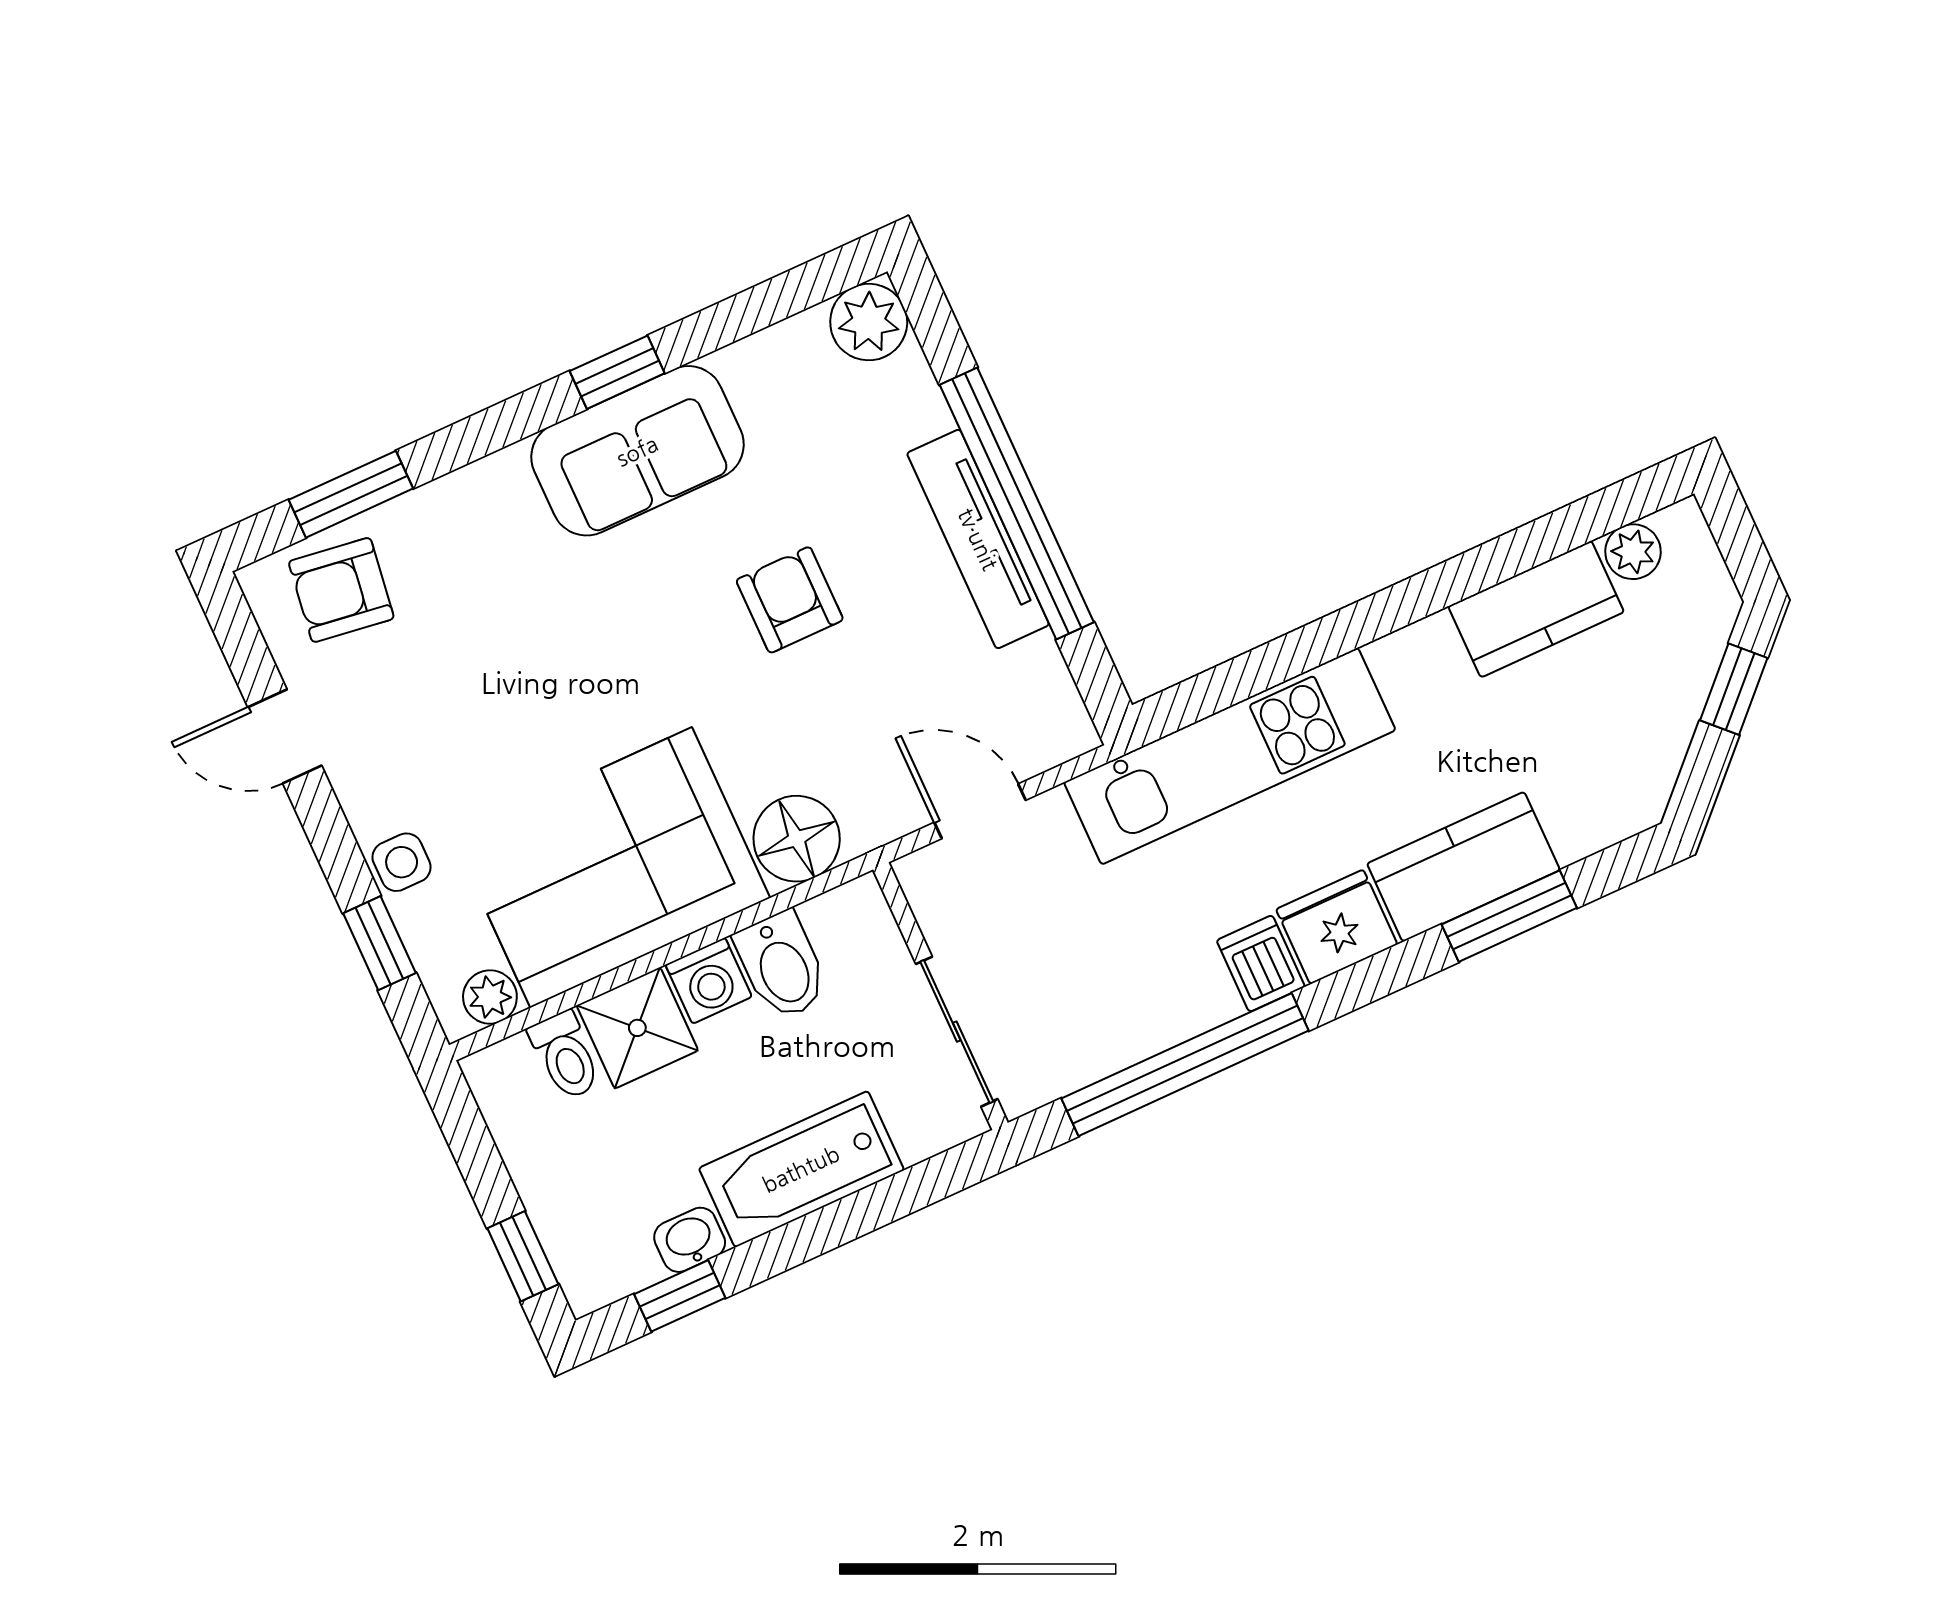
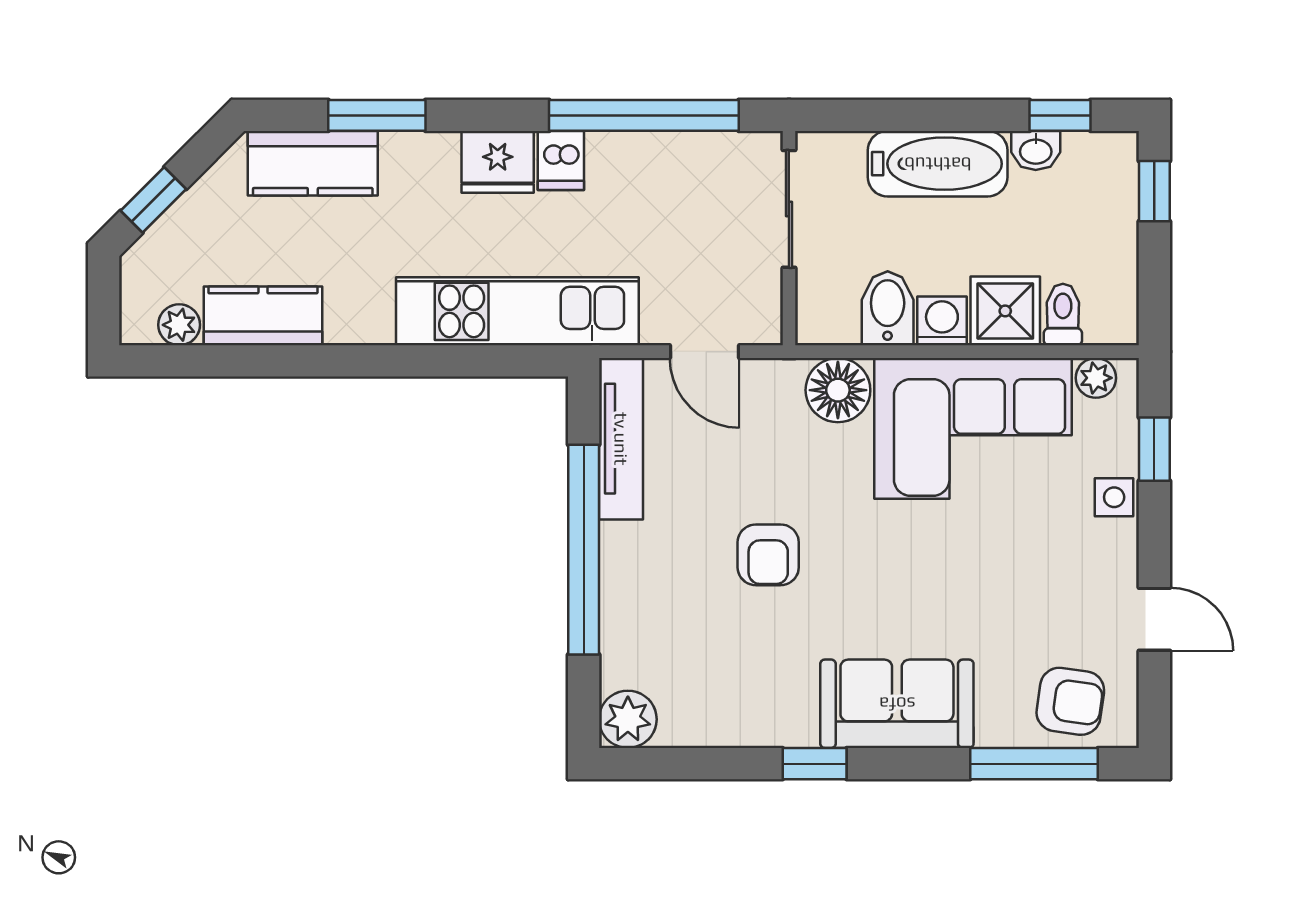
sofa: (637, 451) -> (897, 704), moved
window: (351, 494) -> (1034, 764), width x1.44
tv unit: (978, 539) -> (621, 439), moved
kitchen counter: (1463, 867) -> (313, 163), moved

